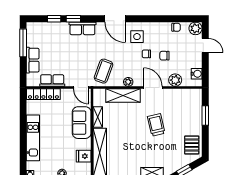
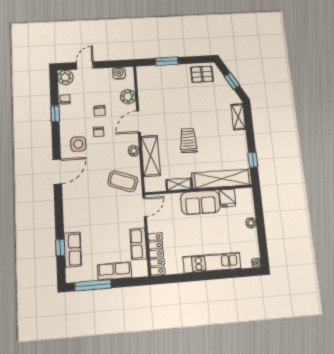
window: (73, 19) -> (55, 114), moved
row of seats: (82, 28) -> (73, 250), moved
sofa: (82, 123) -> (200, 202), moved
trolley: (156, 125) -> (188, 141), moved, turned 103

